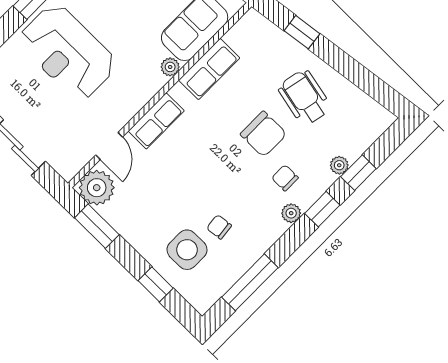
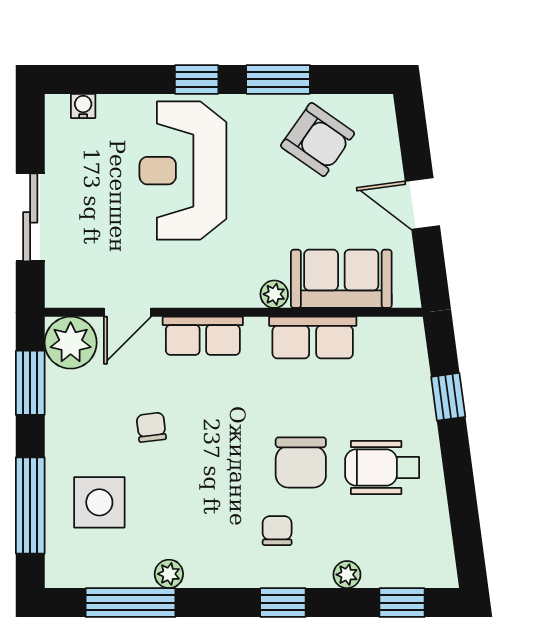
wheelchair: (305, 97) -> (382, 468), turned -102
window: (358, 173) -> (402, 603), moved
plant: (291, 213) -> (169, 574), moved
chair: (219, 227) -> (151, 427), moved
window: (156, 284) -> (30, 505), width x2.17

